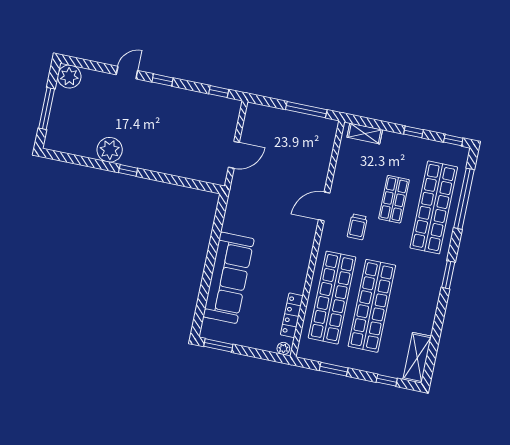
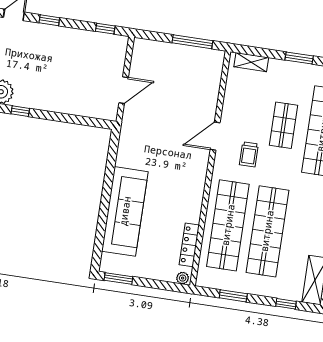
window: (414, 132) -> (299, 58), width x1.50

